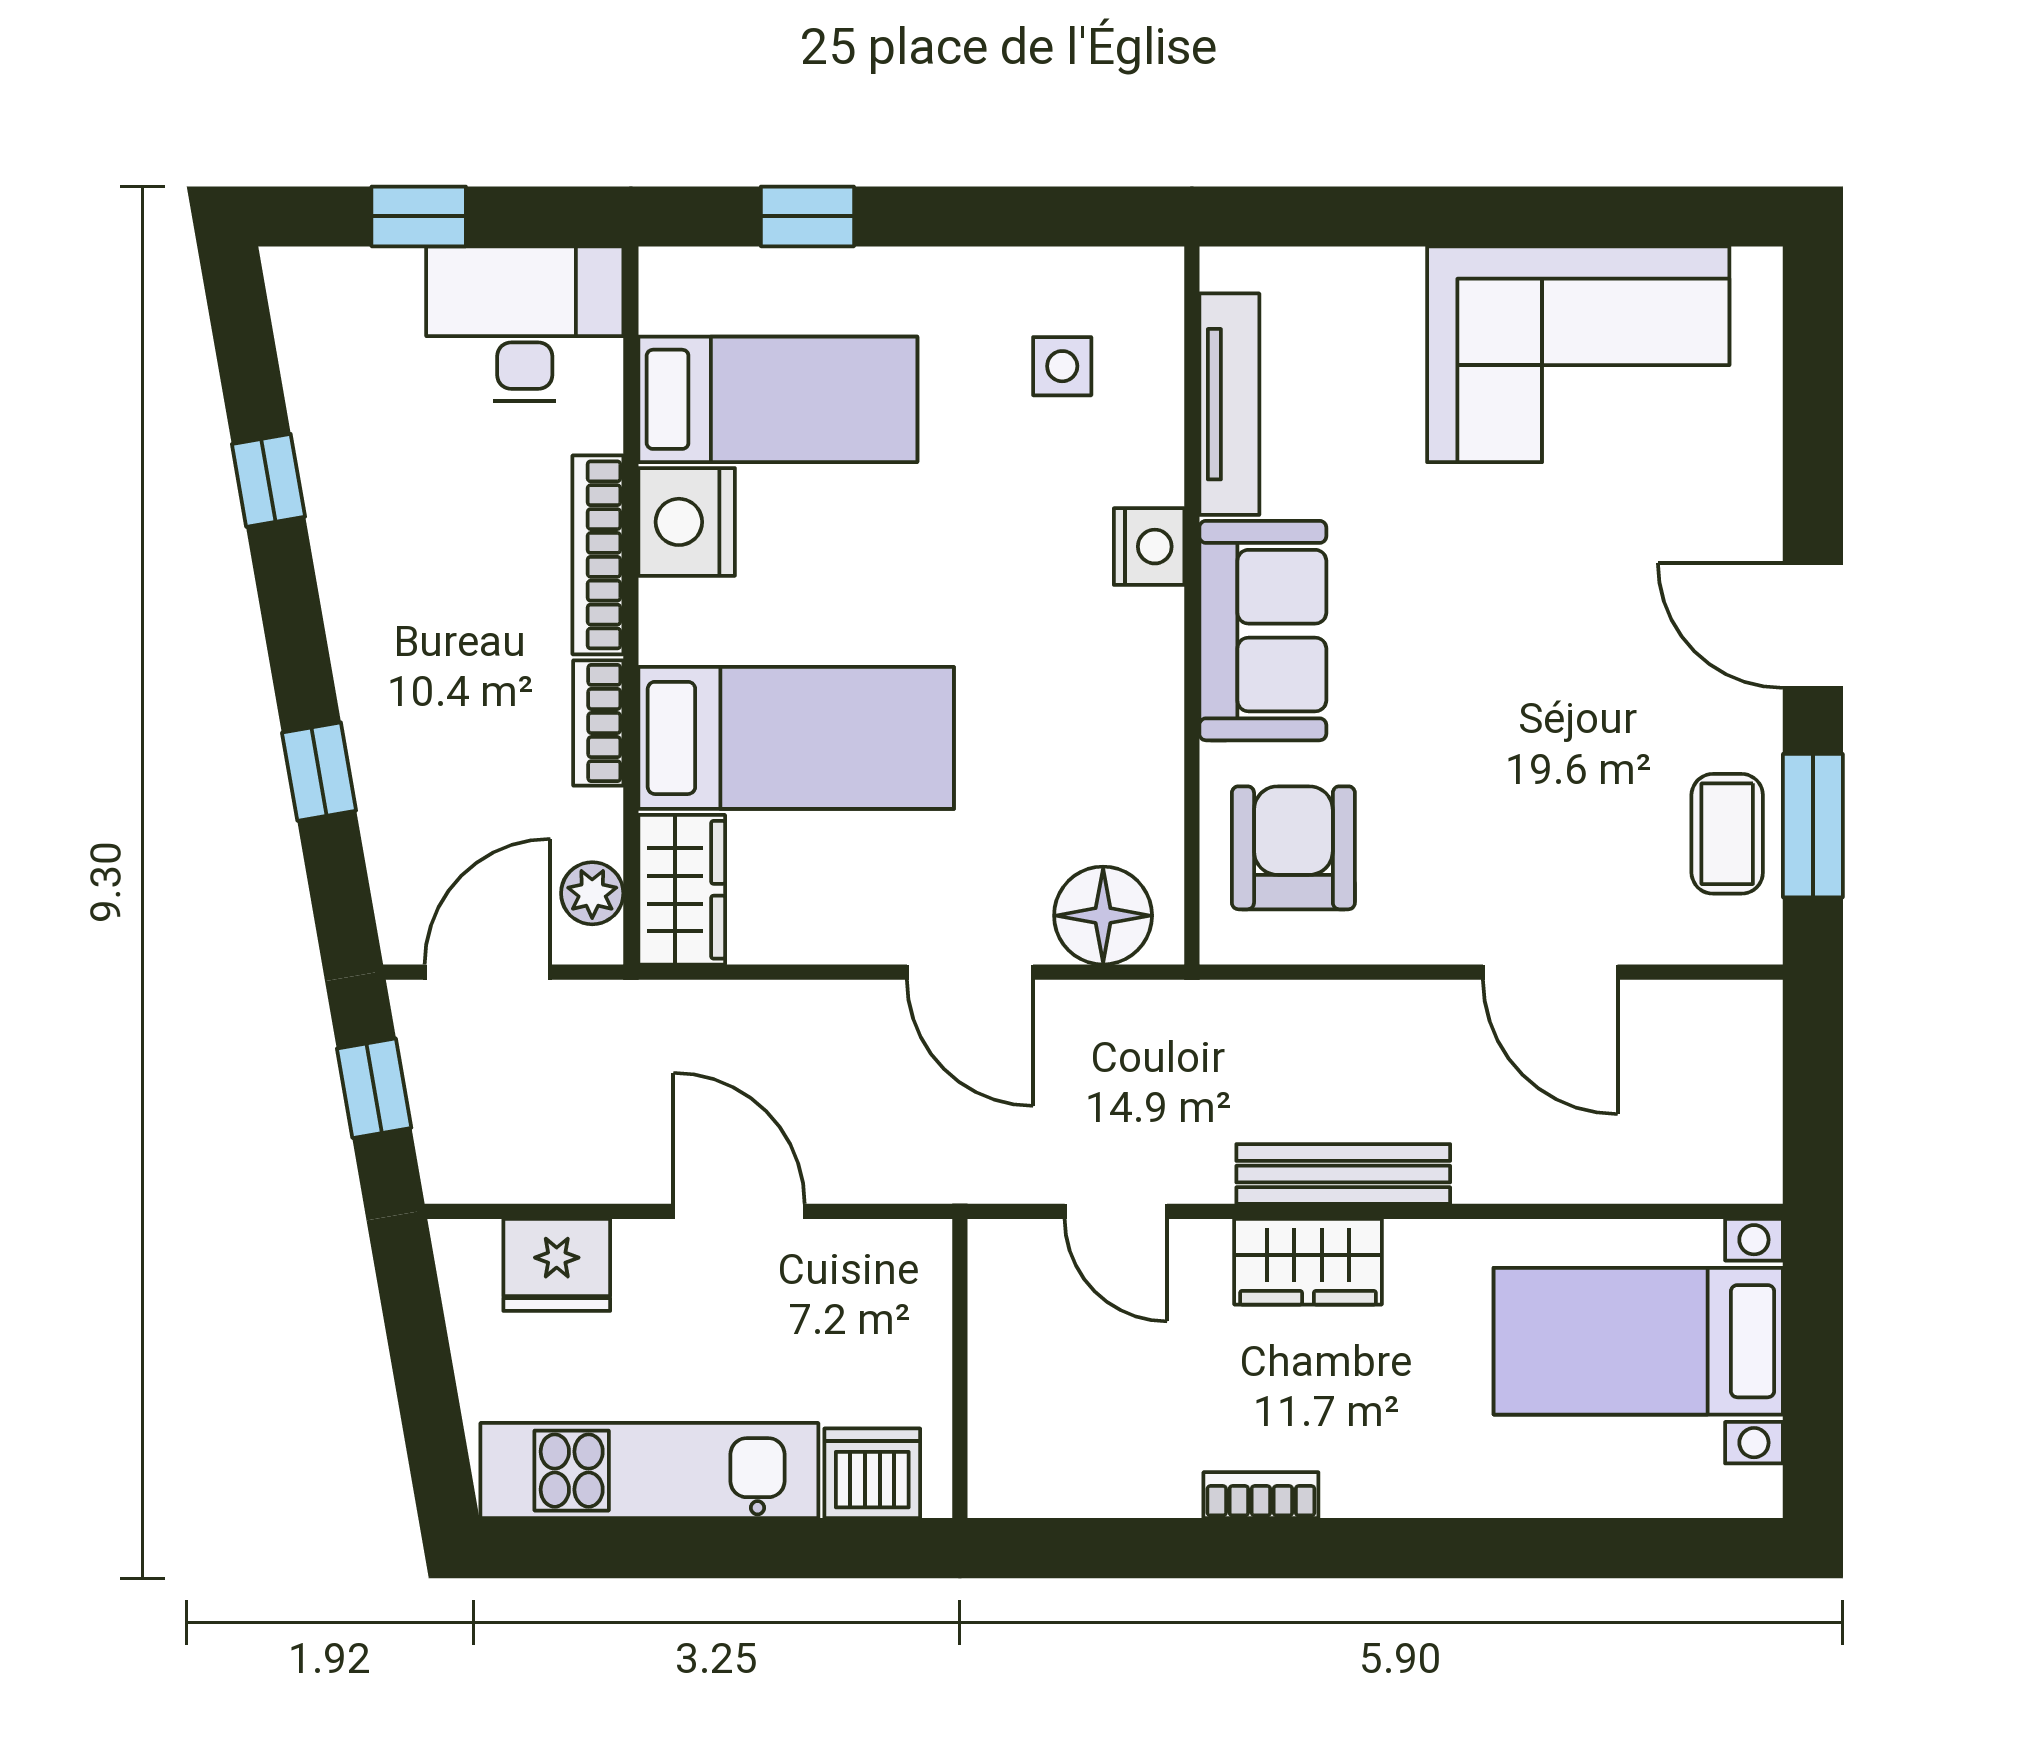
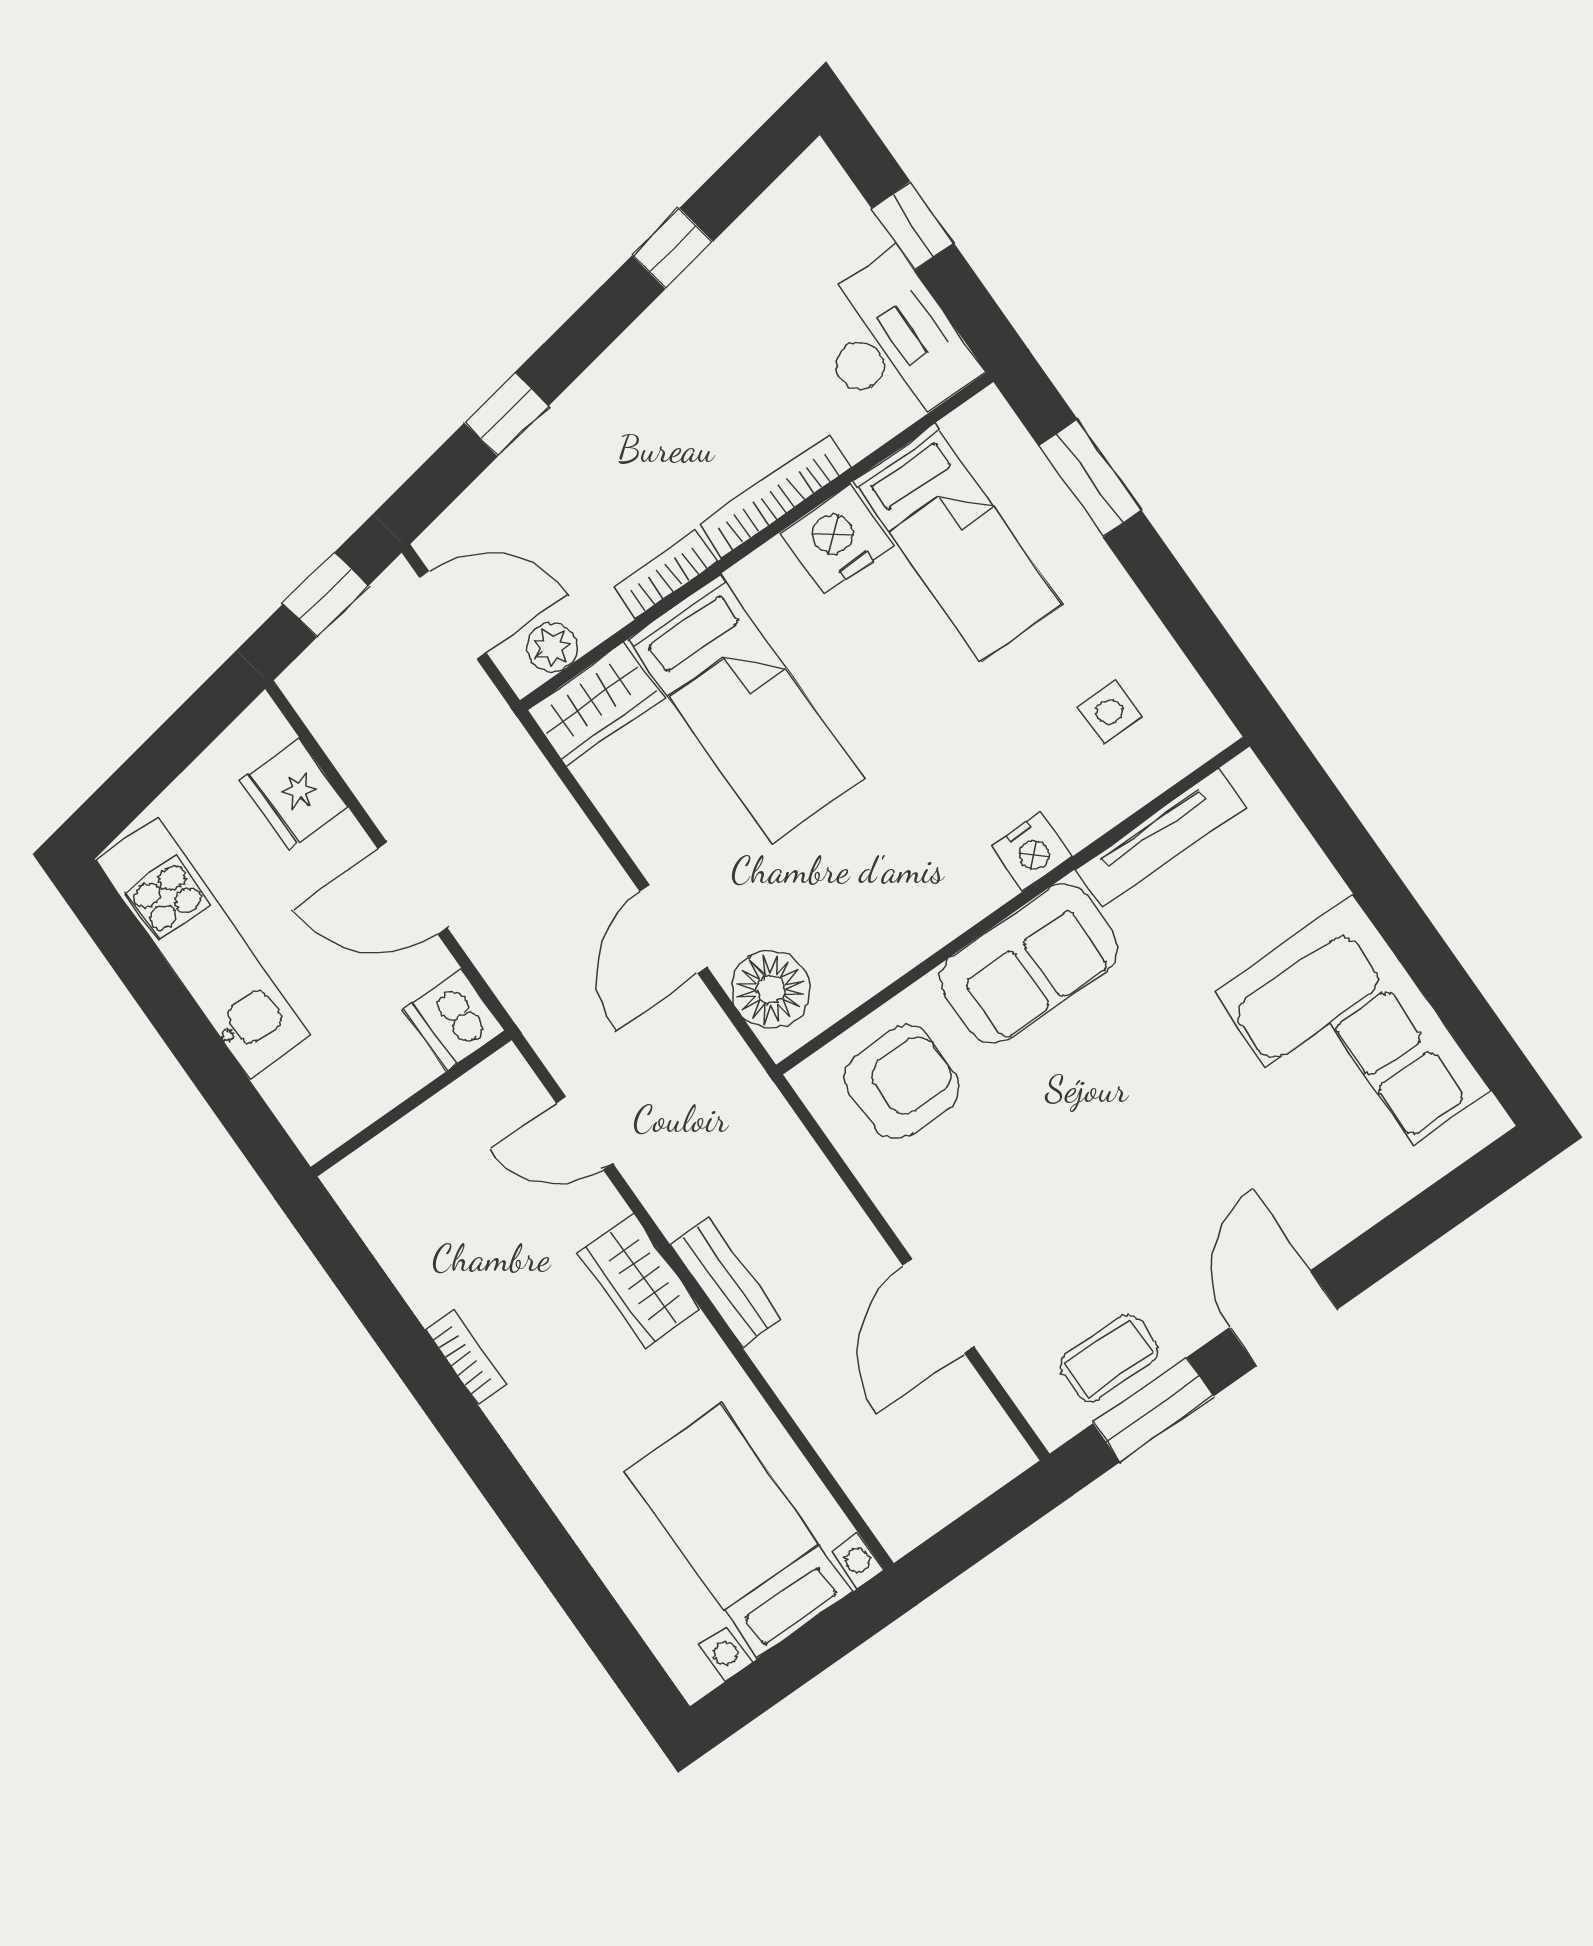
window: (807, 216) -> (1090, 478), width x1.50
bench: (1343, 1174) -> (726, 1282), width x0.73
door: (739, 1211) -> (412, 888), swing flipped
door: (1116, 1211) -> (584, 1133), hinge flipped
dishwasher: (872, 1473) -> (454, 1020), moved, turned 180

